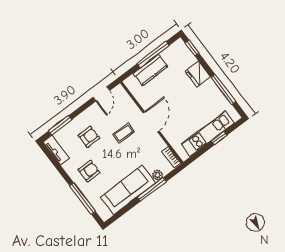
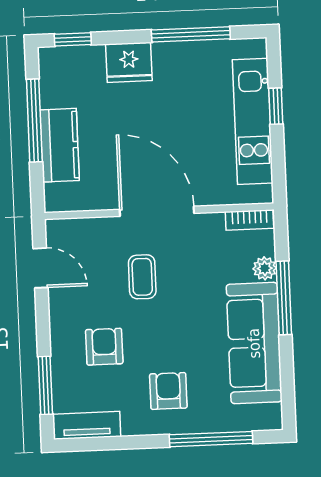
door: (151, 122) -> (157, 211), width x1.36

